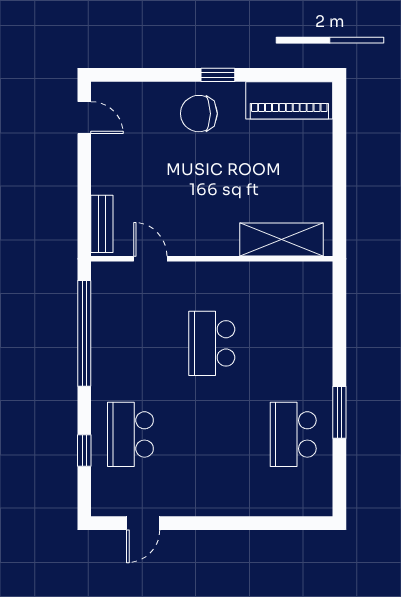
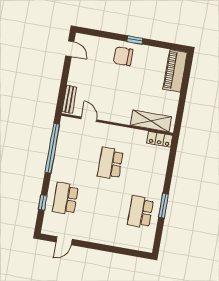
piano: (289, 100) -> (175, 71), moved, turned 90
locker: (306, 275) -> (160, 139), added

